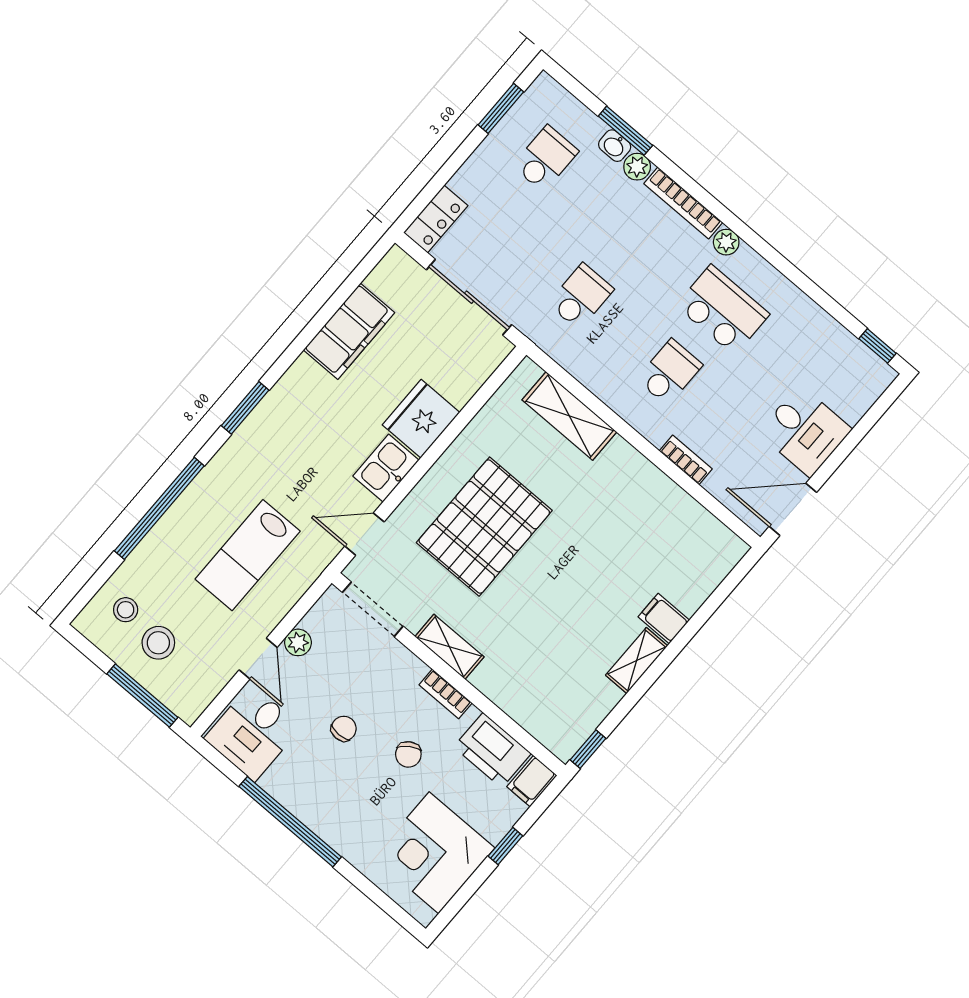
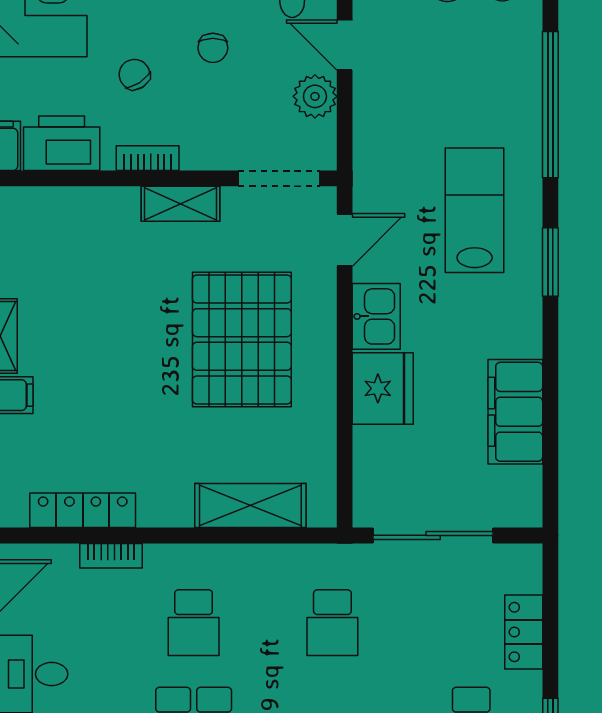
locker: (436, 219) -> (524, 632), moved
locker: (679, 504) -> (83, 510), added
lab bench: (248, 555) -> (475, 210), moved
plant: (298, 642) -> (315, 96), width x1.38, depth x1.38

